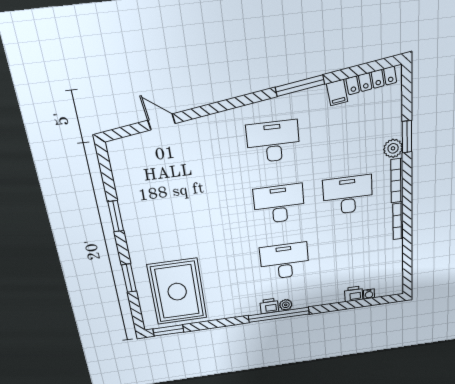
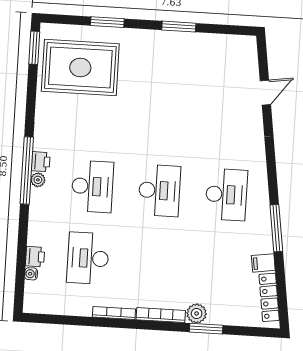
desk: (348, 195) -> (88, 258), moved, turned 180

